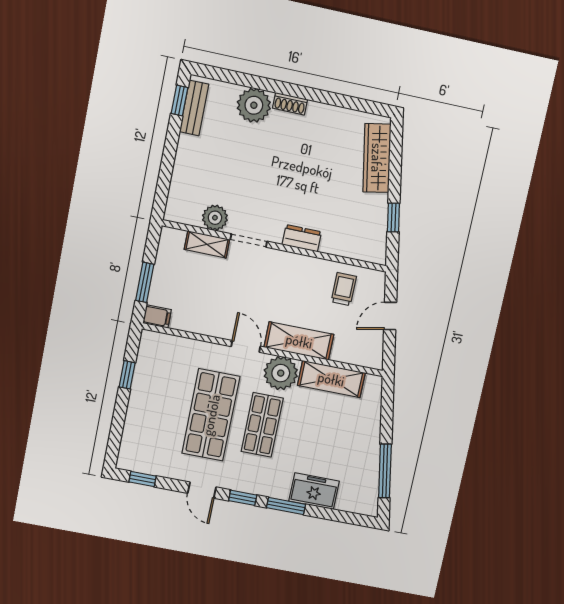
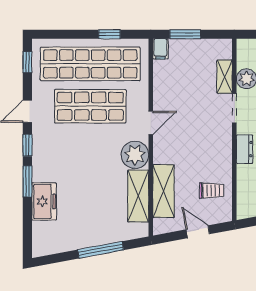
shelving: (299, 341) -> (163, 191), moved
shop shelf: (262, 425) -> (90, 64), moved, width x2.00, depth x1.36
window: (385, 471) -> (101, 250), moved

